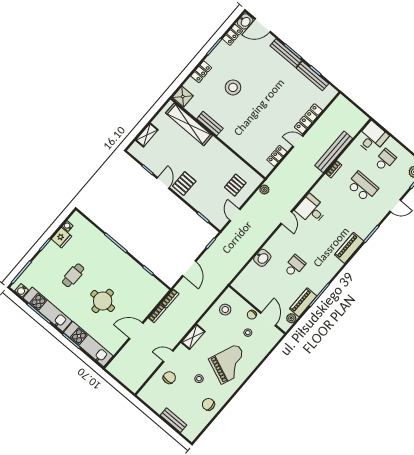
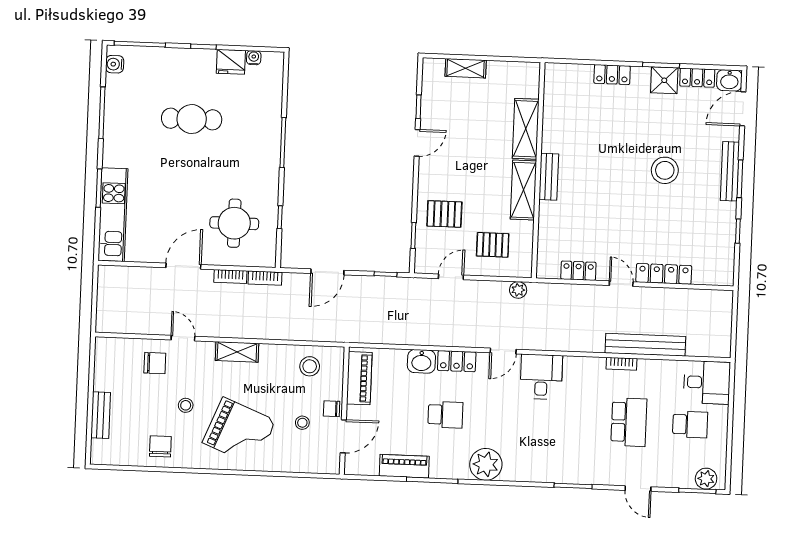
door: (262, 25) -> (743, 109), hinge flipped
bench: (312, 76) -> (727, 233), removed
stool: (233, 87) -> (665, 170), moved
shower: (183, 97) -> (664, 80), moved
shelving: (189, 124) -> (526, 129), width x0.68
bench: (210, 124) -> (549, 177), moved
shelving: (222, 152) -> (523, 190), added
pallet: (184, 184) -> (444, 214), moved
locker: (275, 242) -> (457, 361), added
piano: (349, 248) -> (359, 378), moved, turned 90
cafe table: (73, 275) -> (192, 119), width x1.37, depth x1.35
round table: (103, 301) -> (234, 223), moved
kitchen unit: (47, 309) -> (117, 121), removed
plant: (291, 318) -> (486, 464), moved, width x1.88, depth x1.88
door: (136, 331) -> (183, 266), hinge flipped

